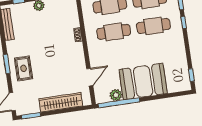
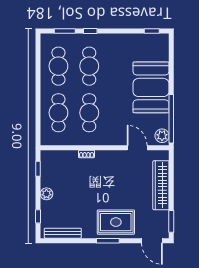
rug: (24, 68) -> (116, 222), width x1.36, depth x1.43
plant: (116, 95) -> (162, 136), moved

